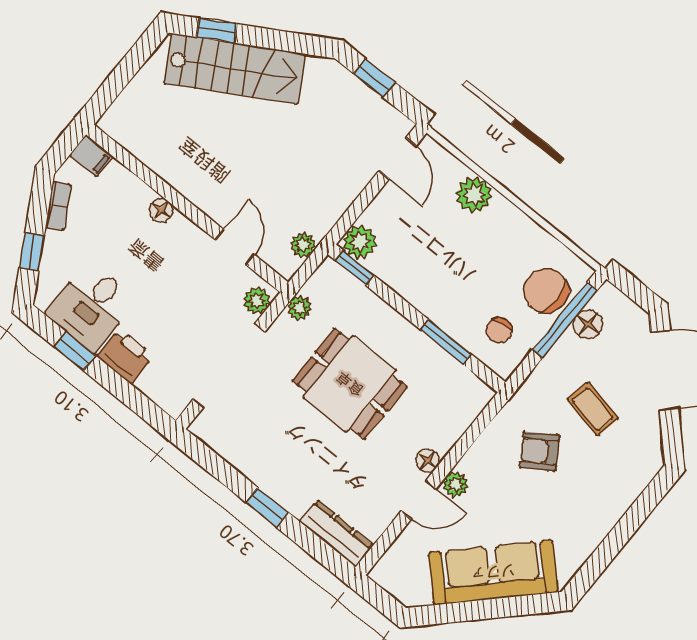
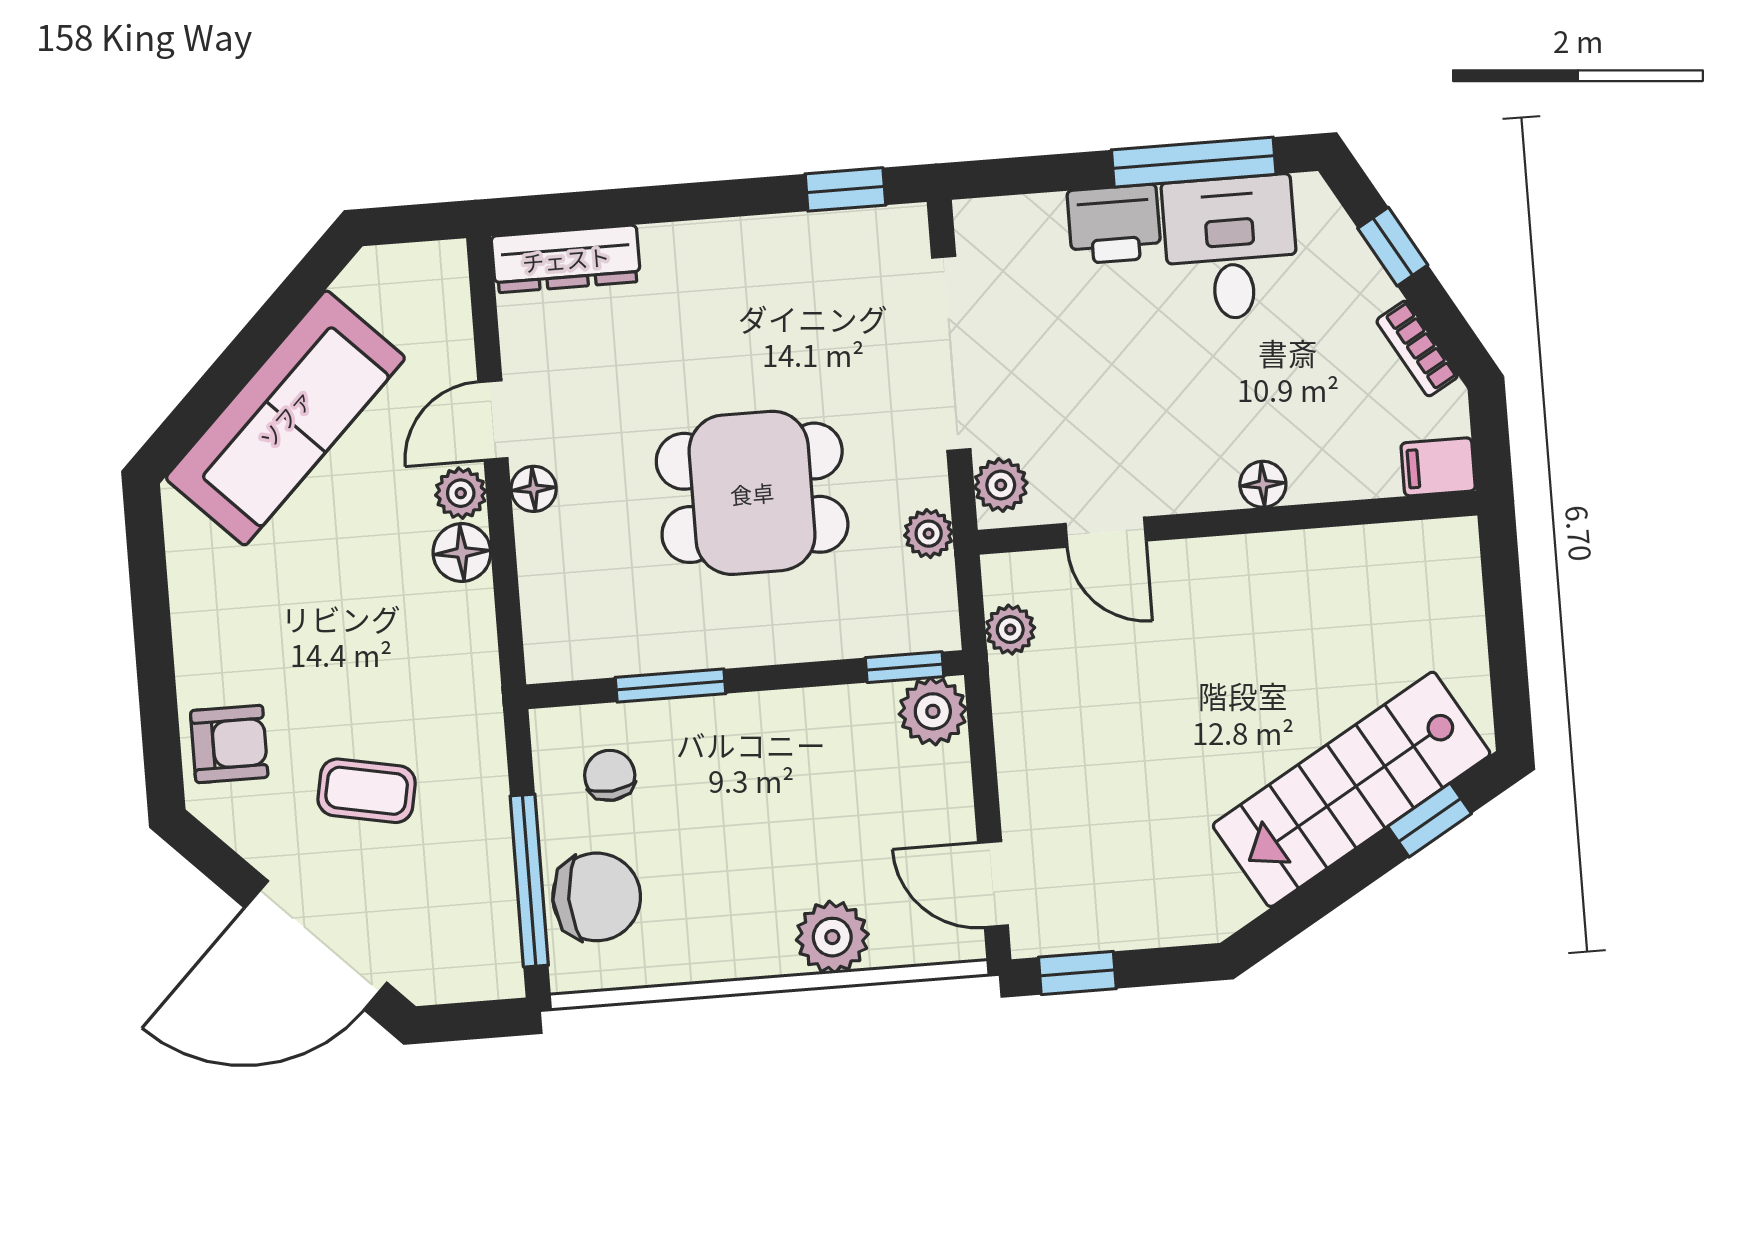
window: (374, 78) -> (1077, 973), moved
floor lamp: (588, 324) -> (462, 553), moved
window: (75, 351) -> (1194, 162), width x2.17
armchair: (539, 451) -> (229, 744), moved, turned 33
window: (267, 507) -> (845, 189), moved

